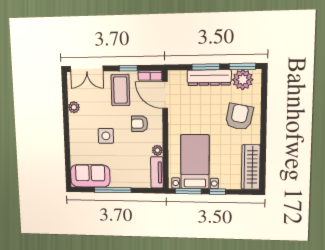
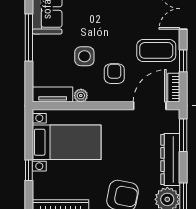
window: (206, 67) -> (183, 135), moved
side table: (106, 136) -> (84, 56), moved
window: (188, 191) -> (29, 134), removed

